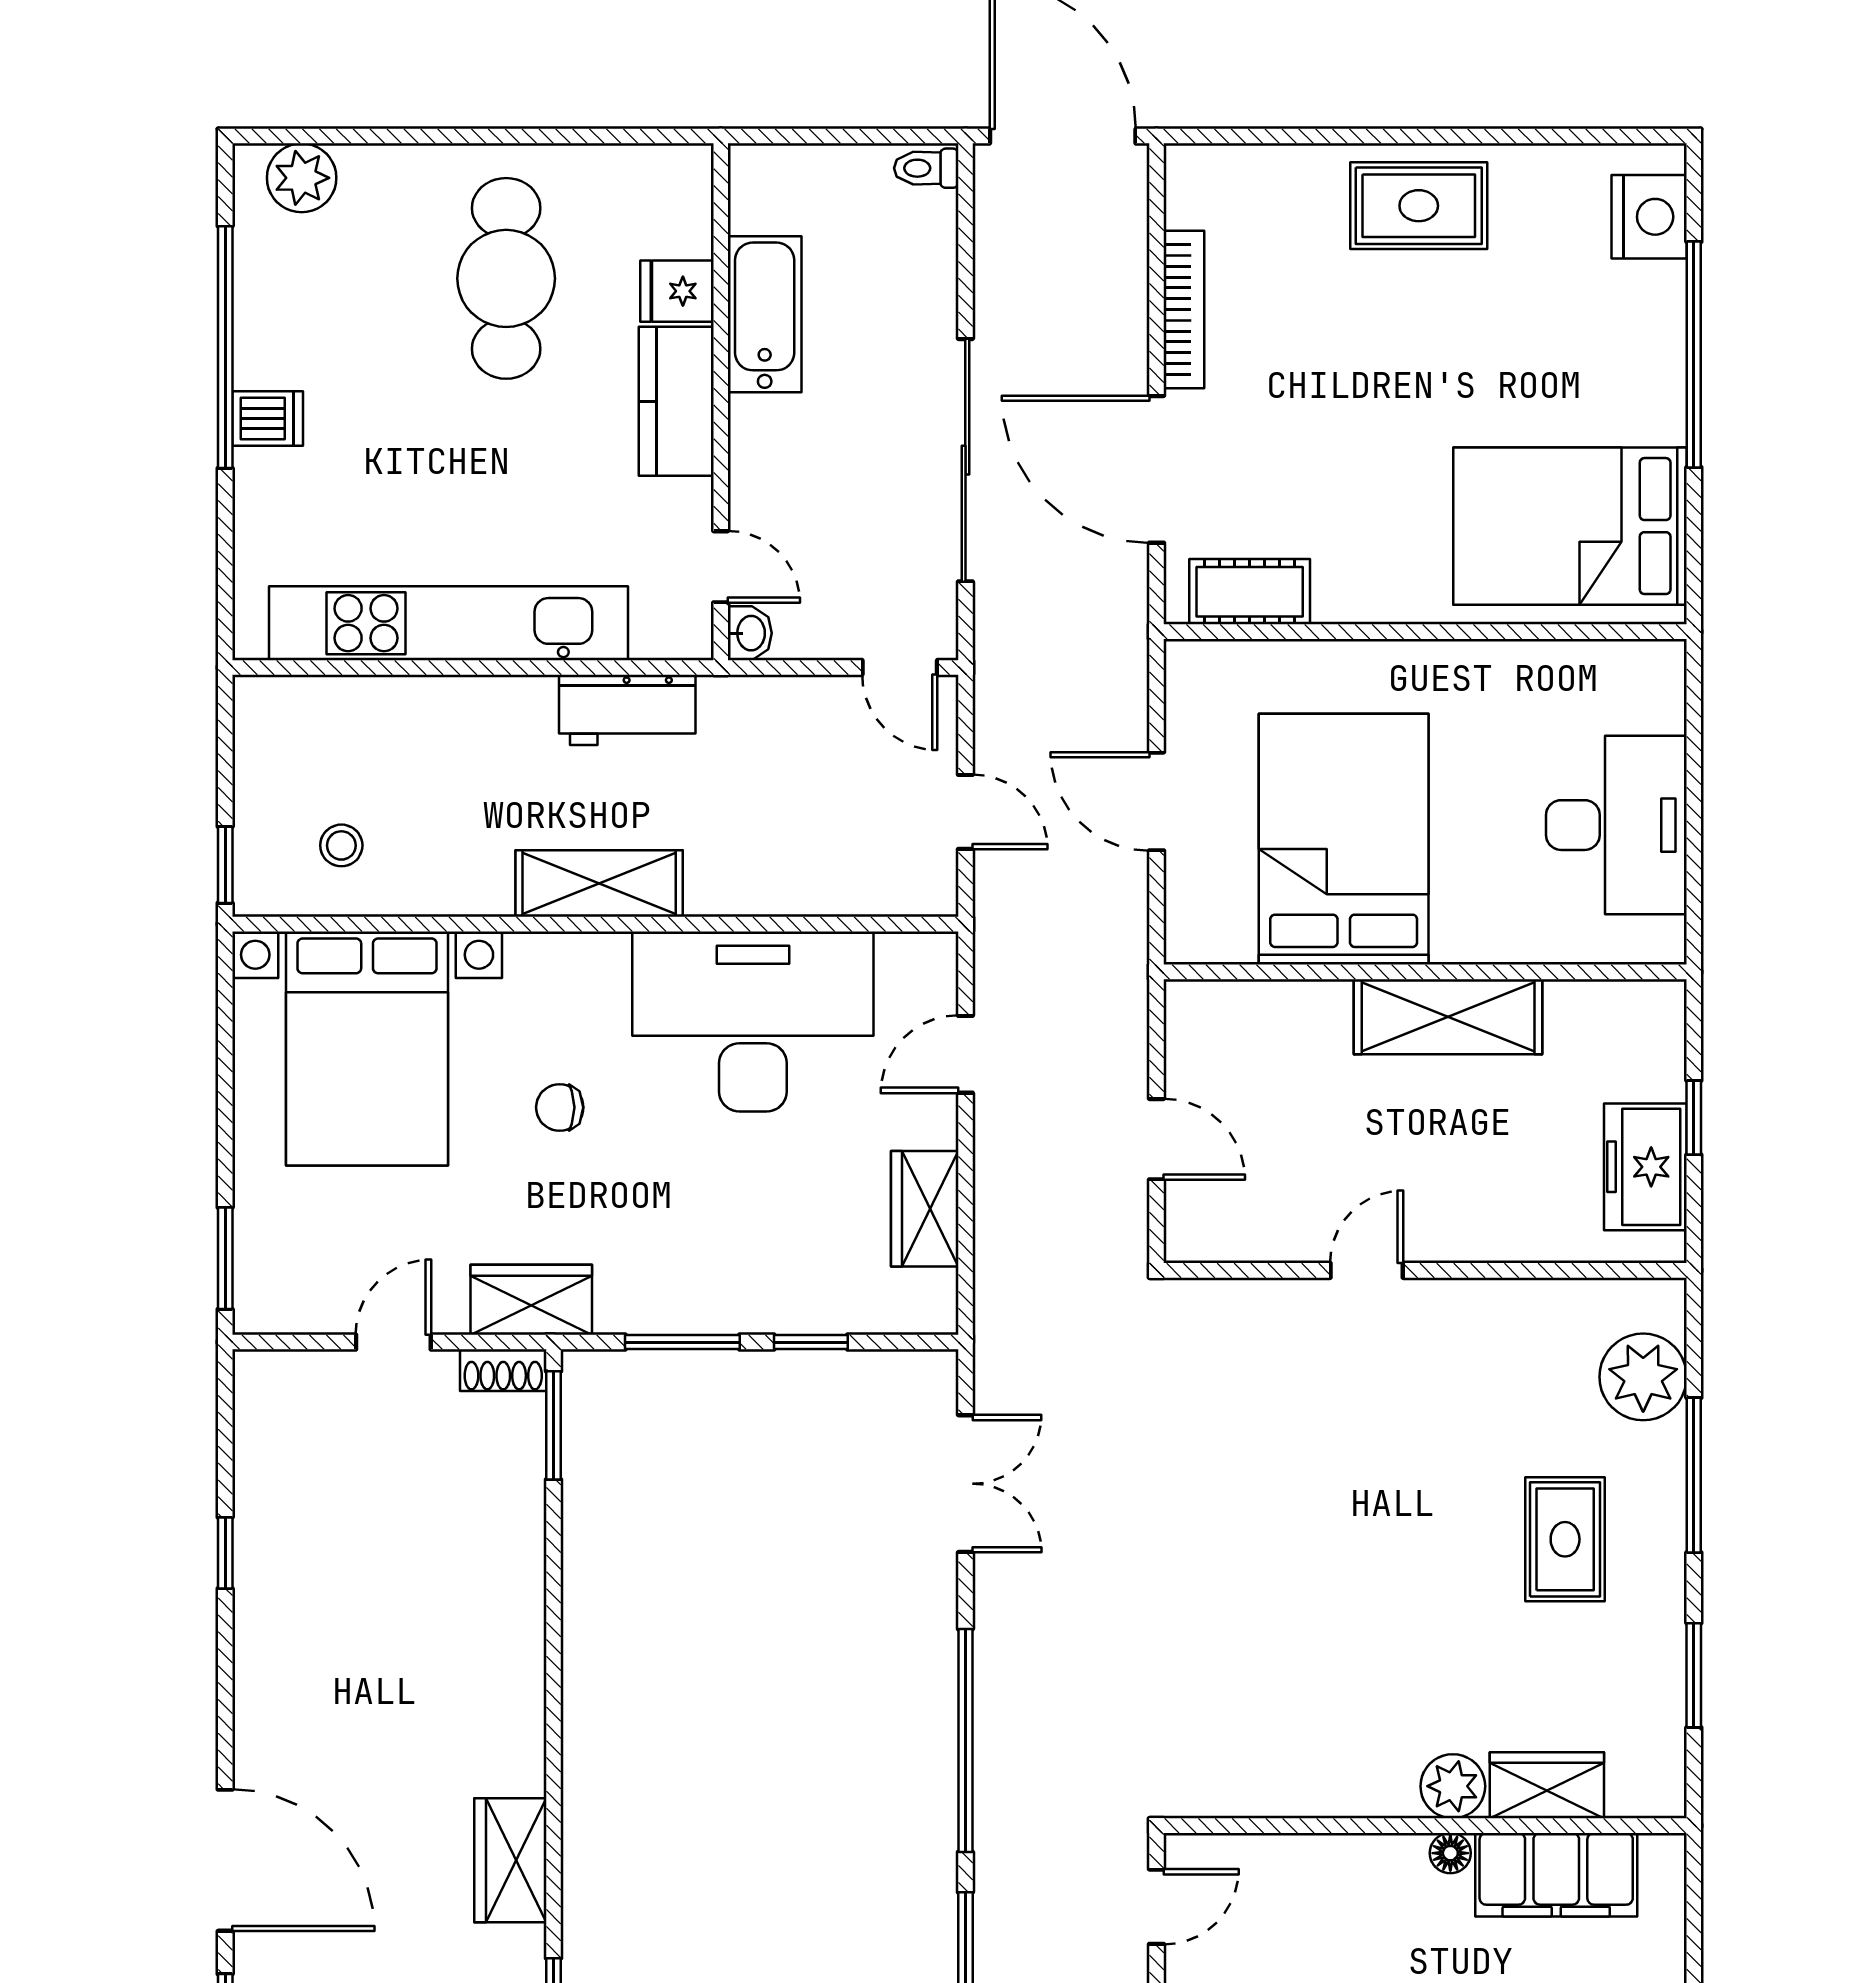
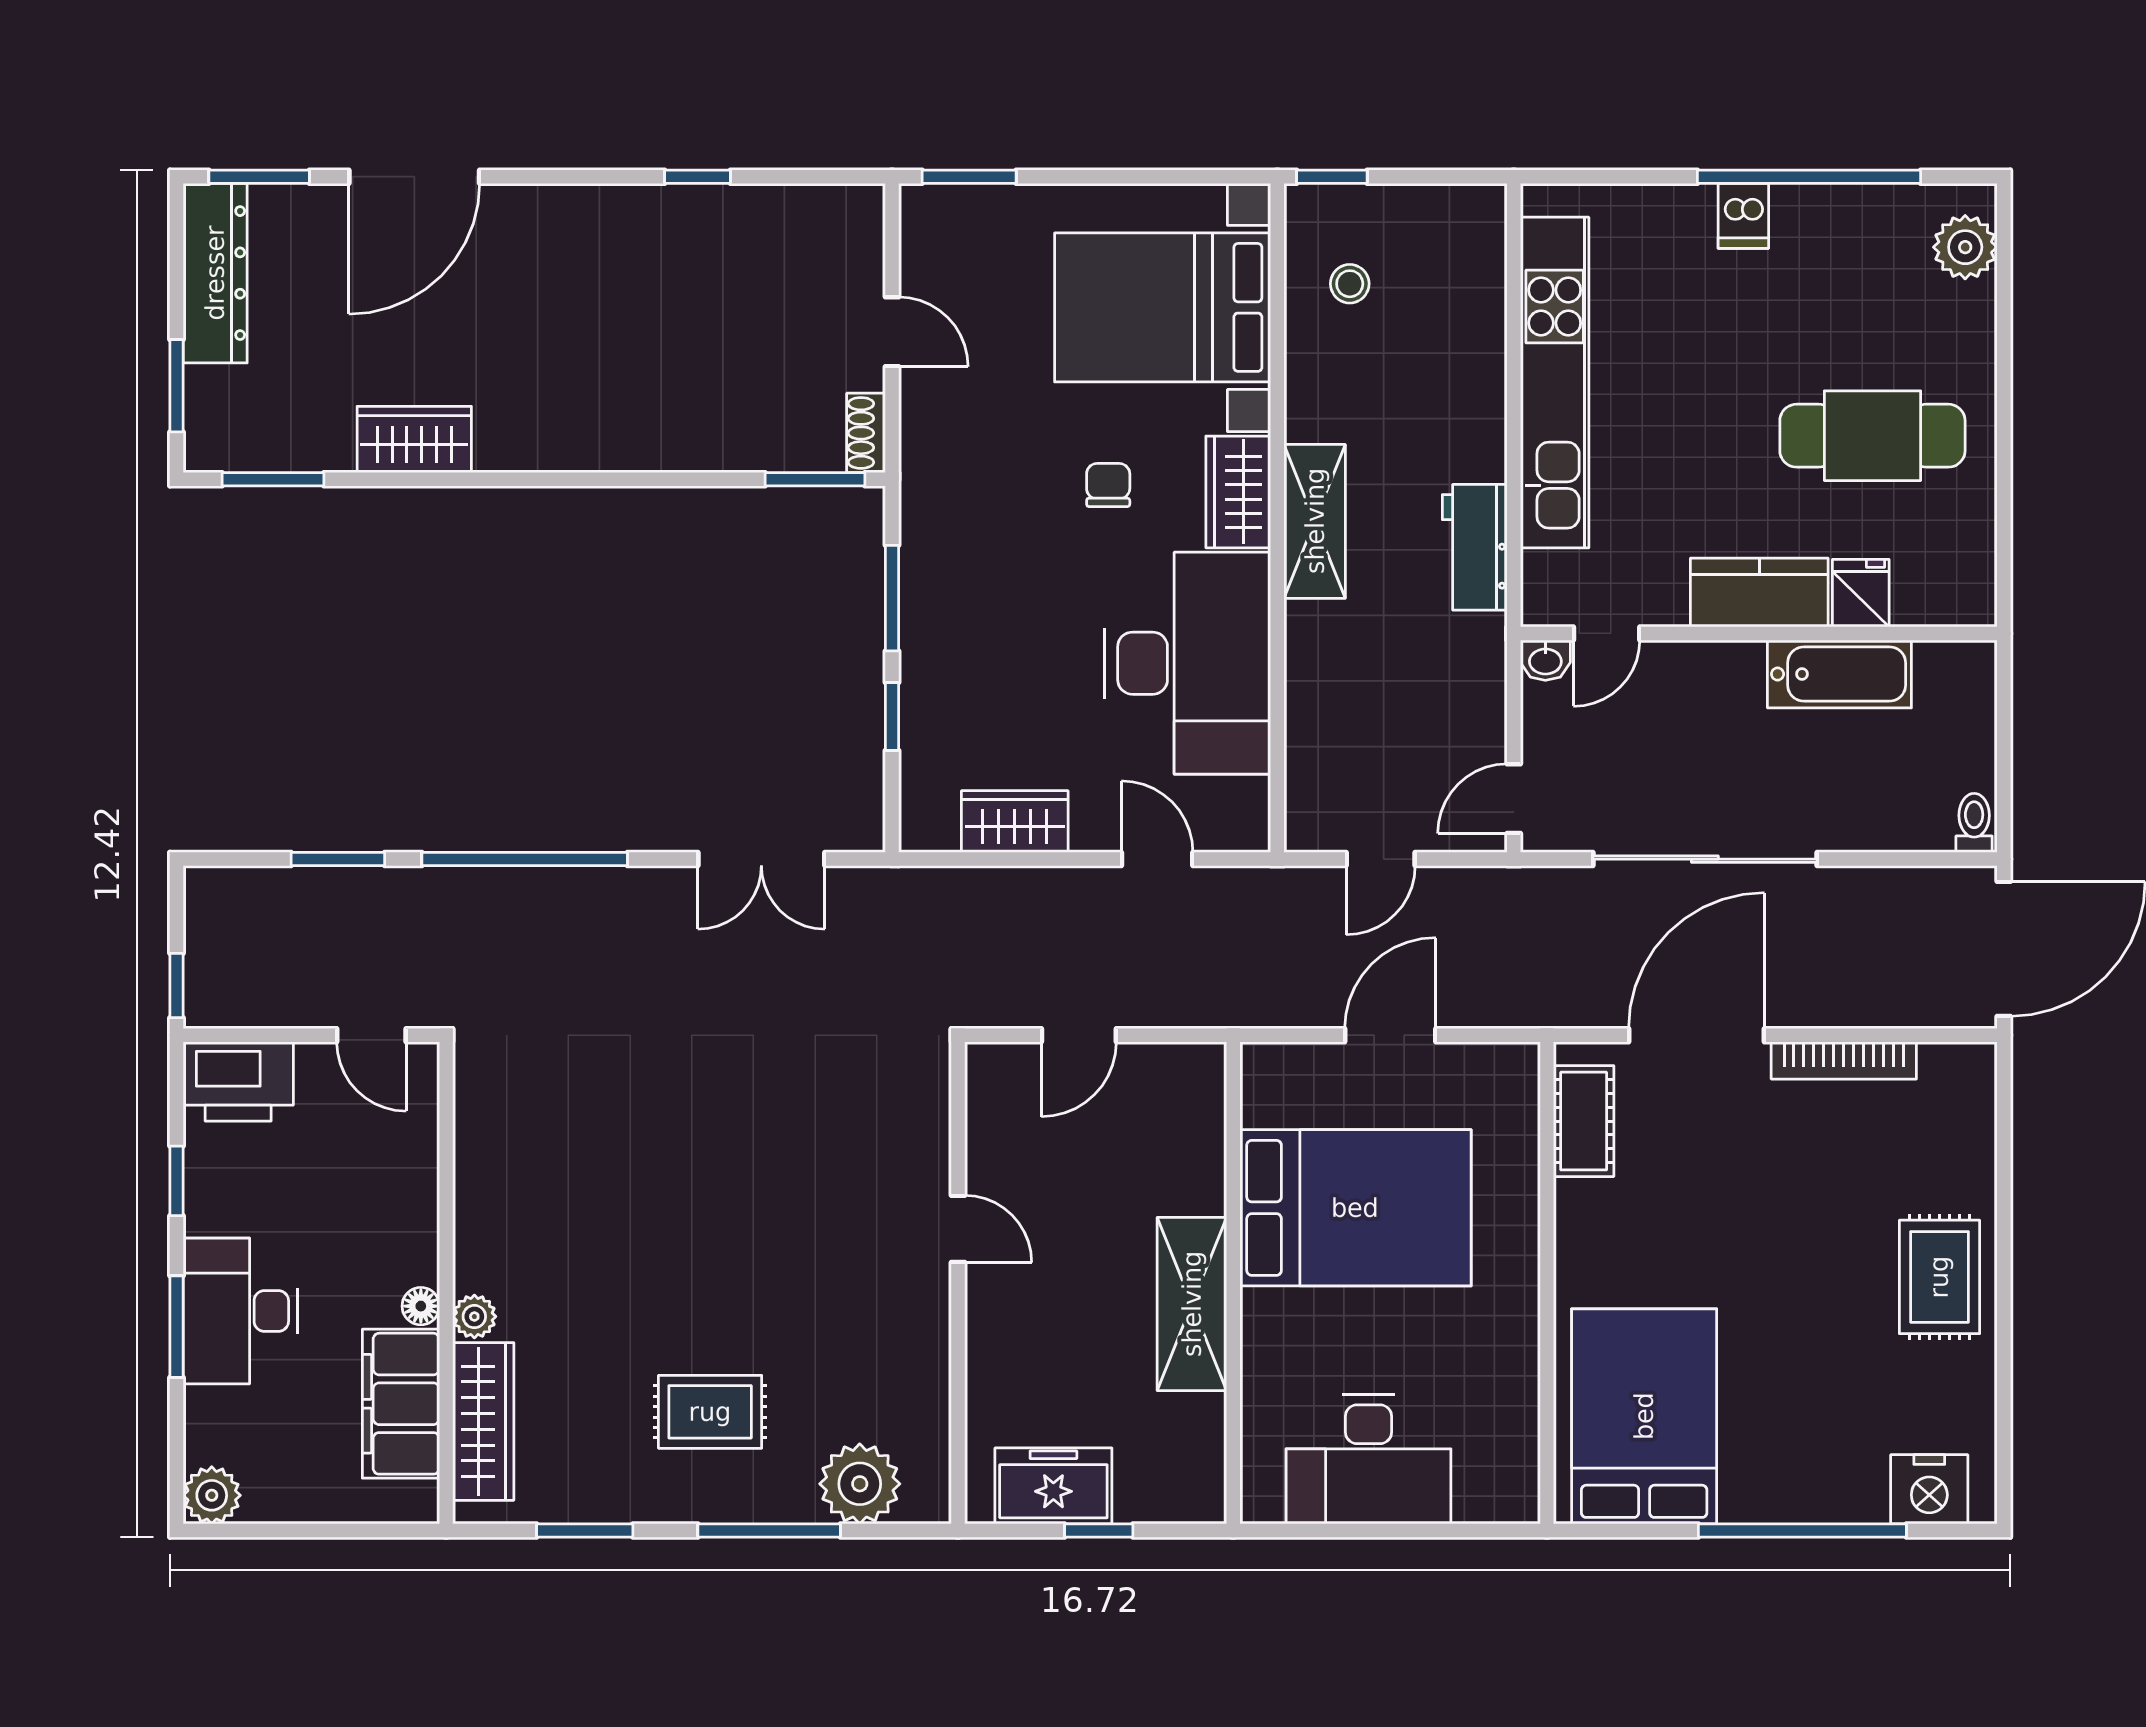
wardrobe: (531, 1300) -> (1238, 492), moved, turned 180
wardrobe: (1547, 1785) -> (483, 1421), width x1.50
plant: (1453, 1786) -> (474, 1317), width x0.73, depth x0.73

